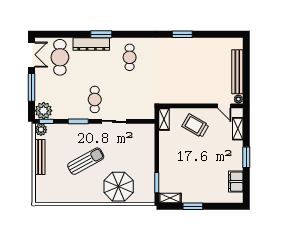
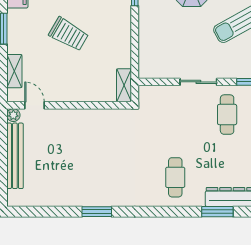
trolley: (195, 126) -> (69, 34), moved

